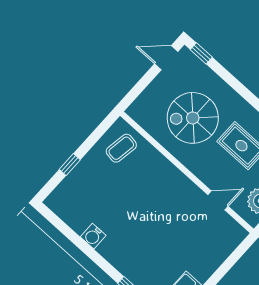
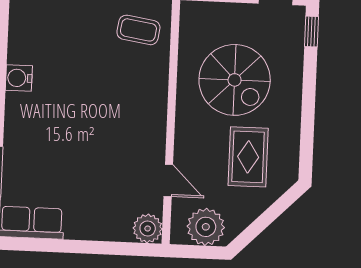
spiral stairs: (193, 118) -> (235, 80), turned 180
plant: (235, 234) -> (148, 228), added

